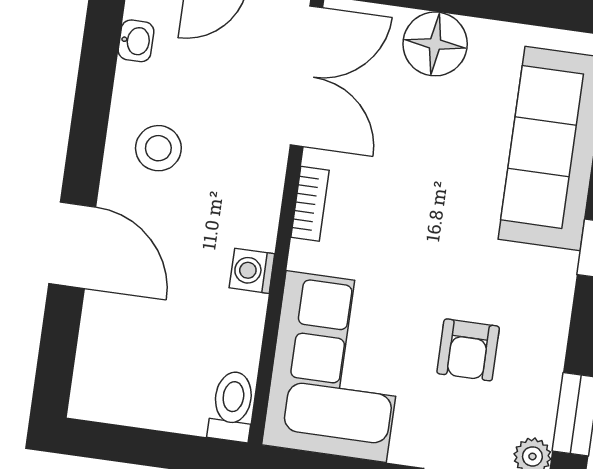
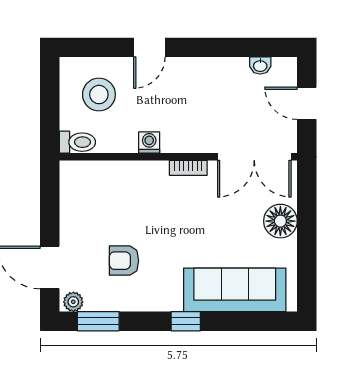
stool: (158, 148) -> (99, 95), moved, width x1.38, depth x1.38
door: (72, 245) -> (149, 47), width x0.73
corner sofa: (336, 366) -> (106, 193), removed

